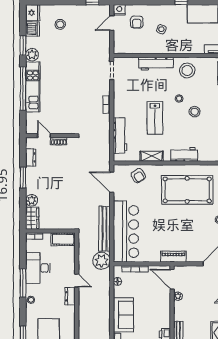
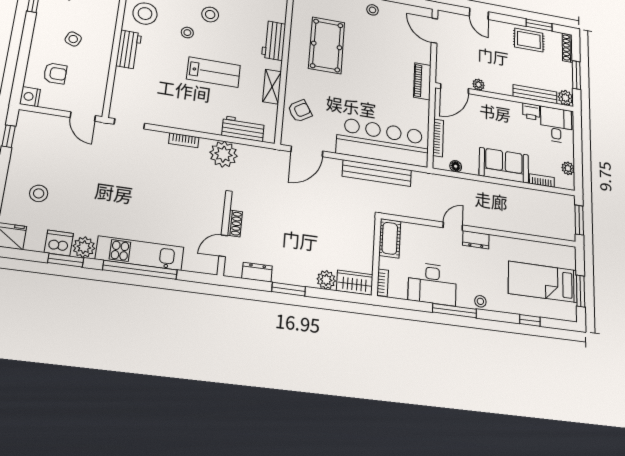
door: (112, 23) -> (83, 117), moved
dishwasher: (33, 29) -> (59, 243), moved
workbench: (156, 64) -> (129, 49), width x0.73
workbench: (120, 136) -> (243, 129), width x0.73
pool table: (187, 190) -> (327, 45), width x0.73, depth x0.76
plant: (101, 261) -> (224, 154), moved

